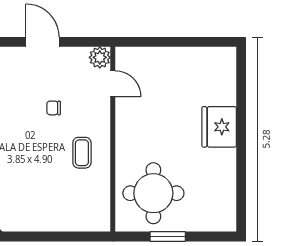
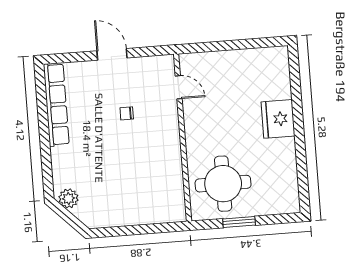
plant: (100, 57) -> (165, 64), removed
coffee table: (82, 153) -> (155, 152), removed

